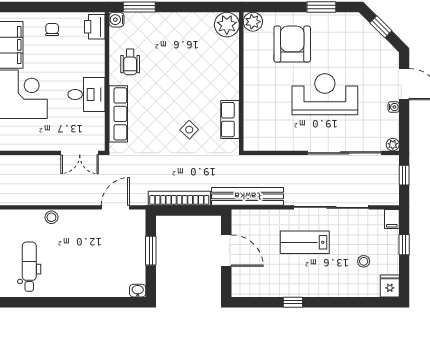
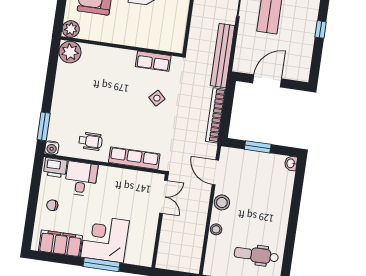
desk: (87, 95) -> (81, 179), moved
stool: (83, 219) -> (222, 202), added

